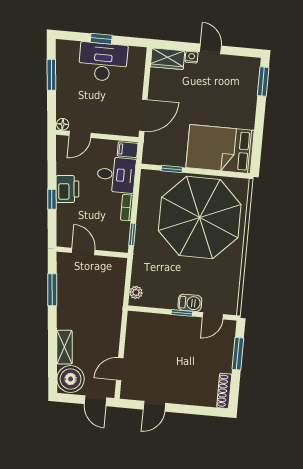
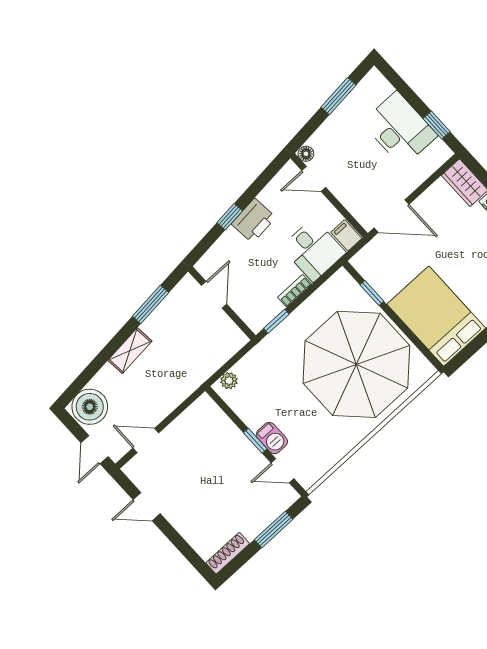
window: (101, 39) -> (437, 125), moved
shelving: (64, 347) -> (130, 351), moved

